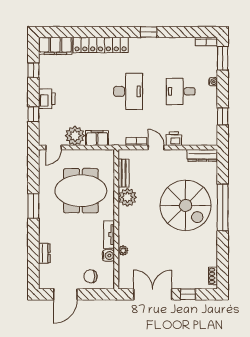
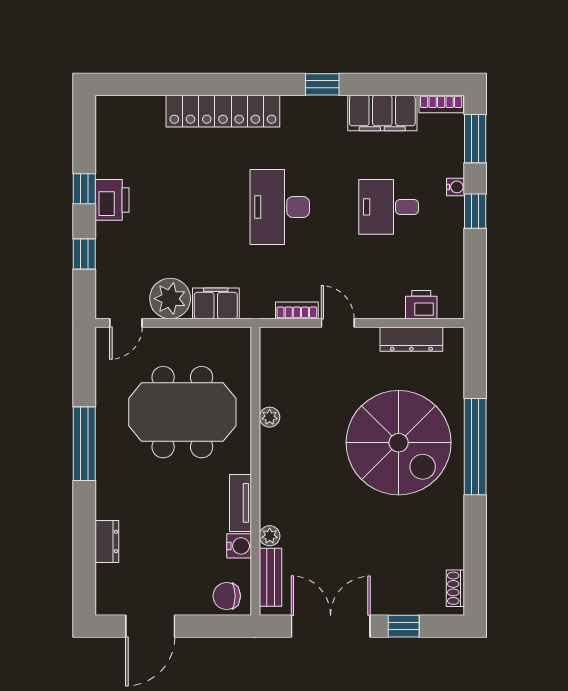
filing cabinet: (55, 46) -> (382, 113), moved
window: (33, 70) -> (84, 189), moved
desk: (128, 91) -> (280, 207), turned 180
printer: (47, 99) -> (112, 200), moved
window: (223, 116) -> (475, 211), moved
printer: (174, 139) -> (421, 305), moved
dresser: (202, 155) -> (411, 339), moved
bench: (124, 173) -> (271, 577), moved
plant: (127, 197) -> (270, 417), width x0.53, depth x0.53
window: (33, 206) -> (84, 444), width x1.44
chair: (90, 276) -> (227, 596), moved

